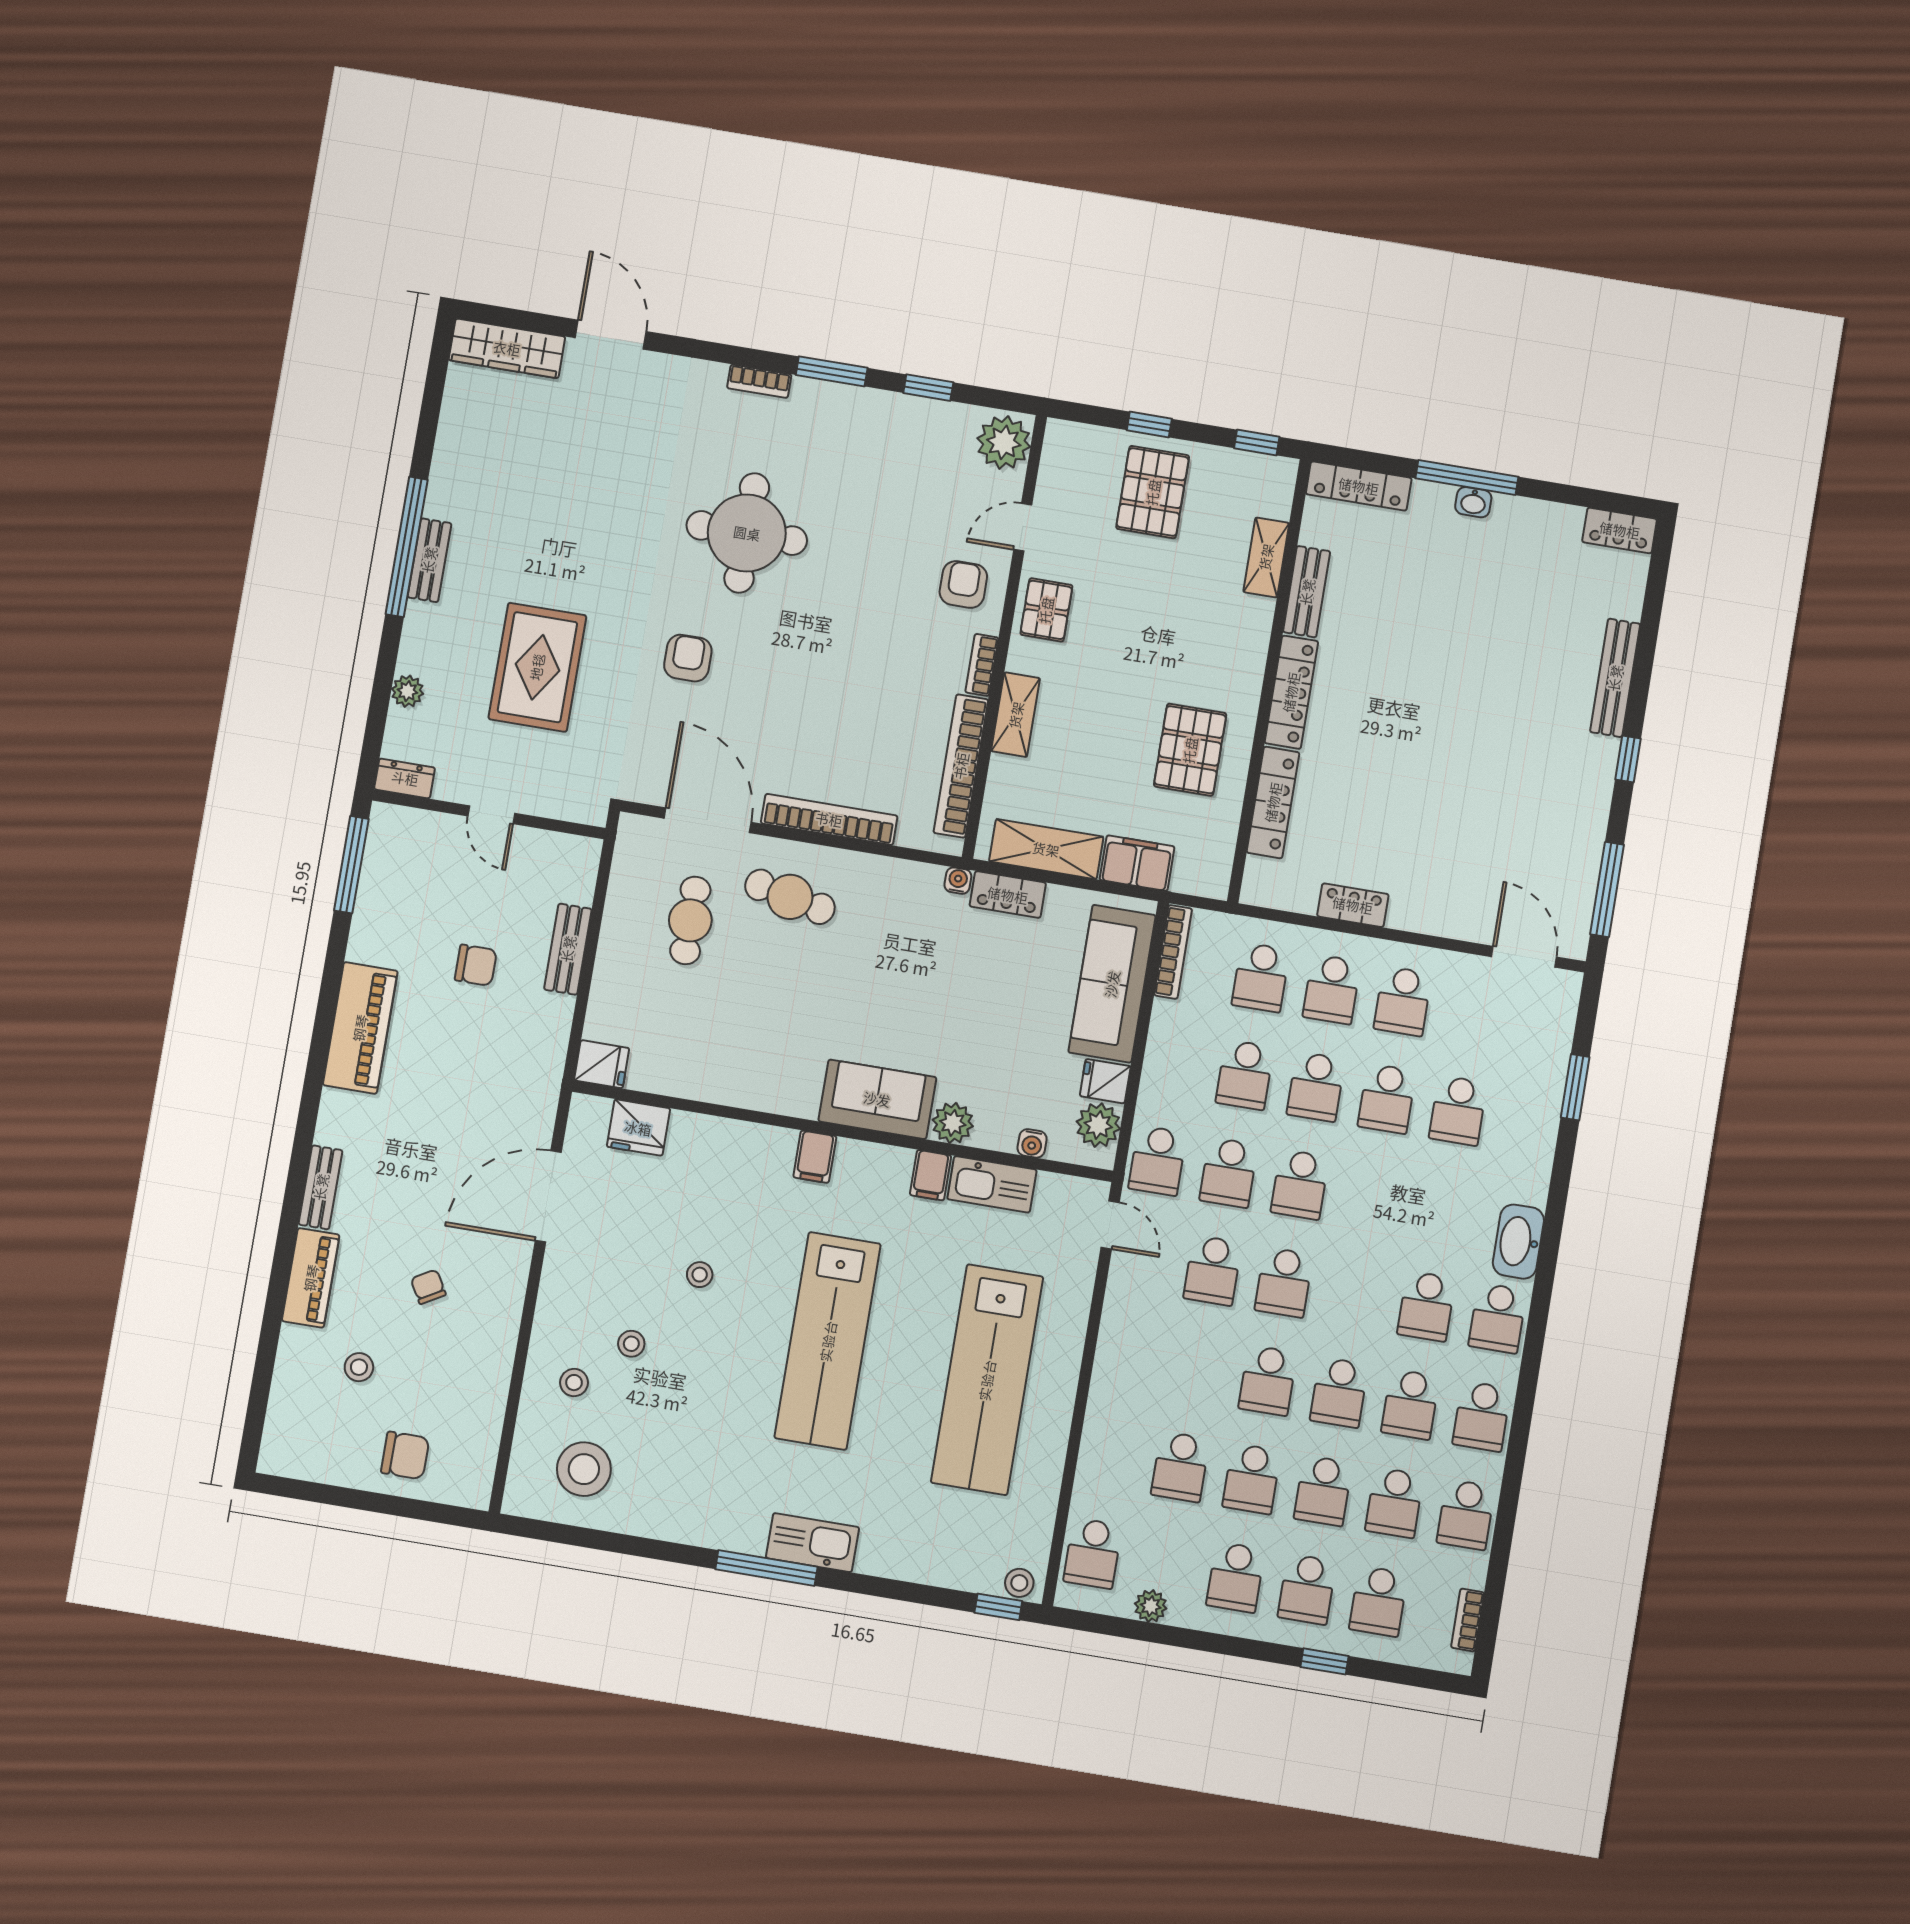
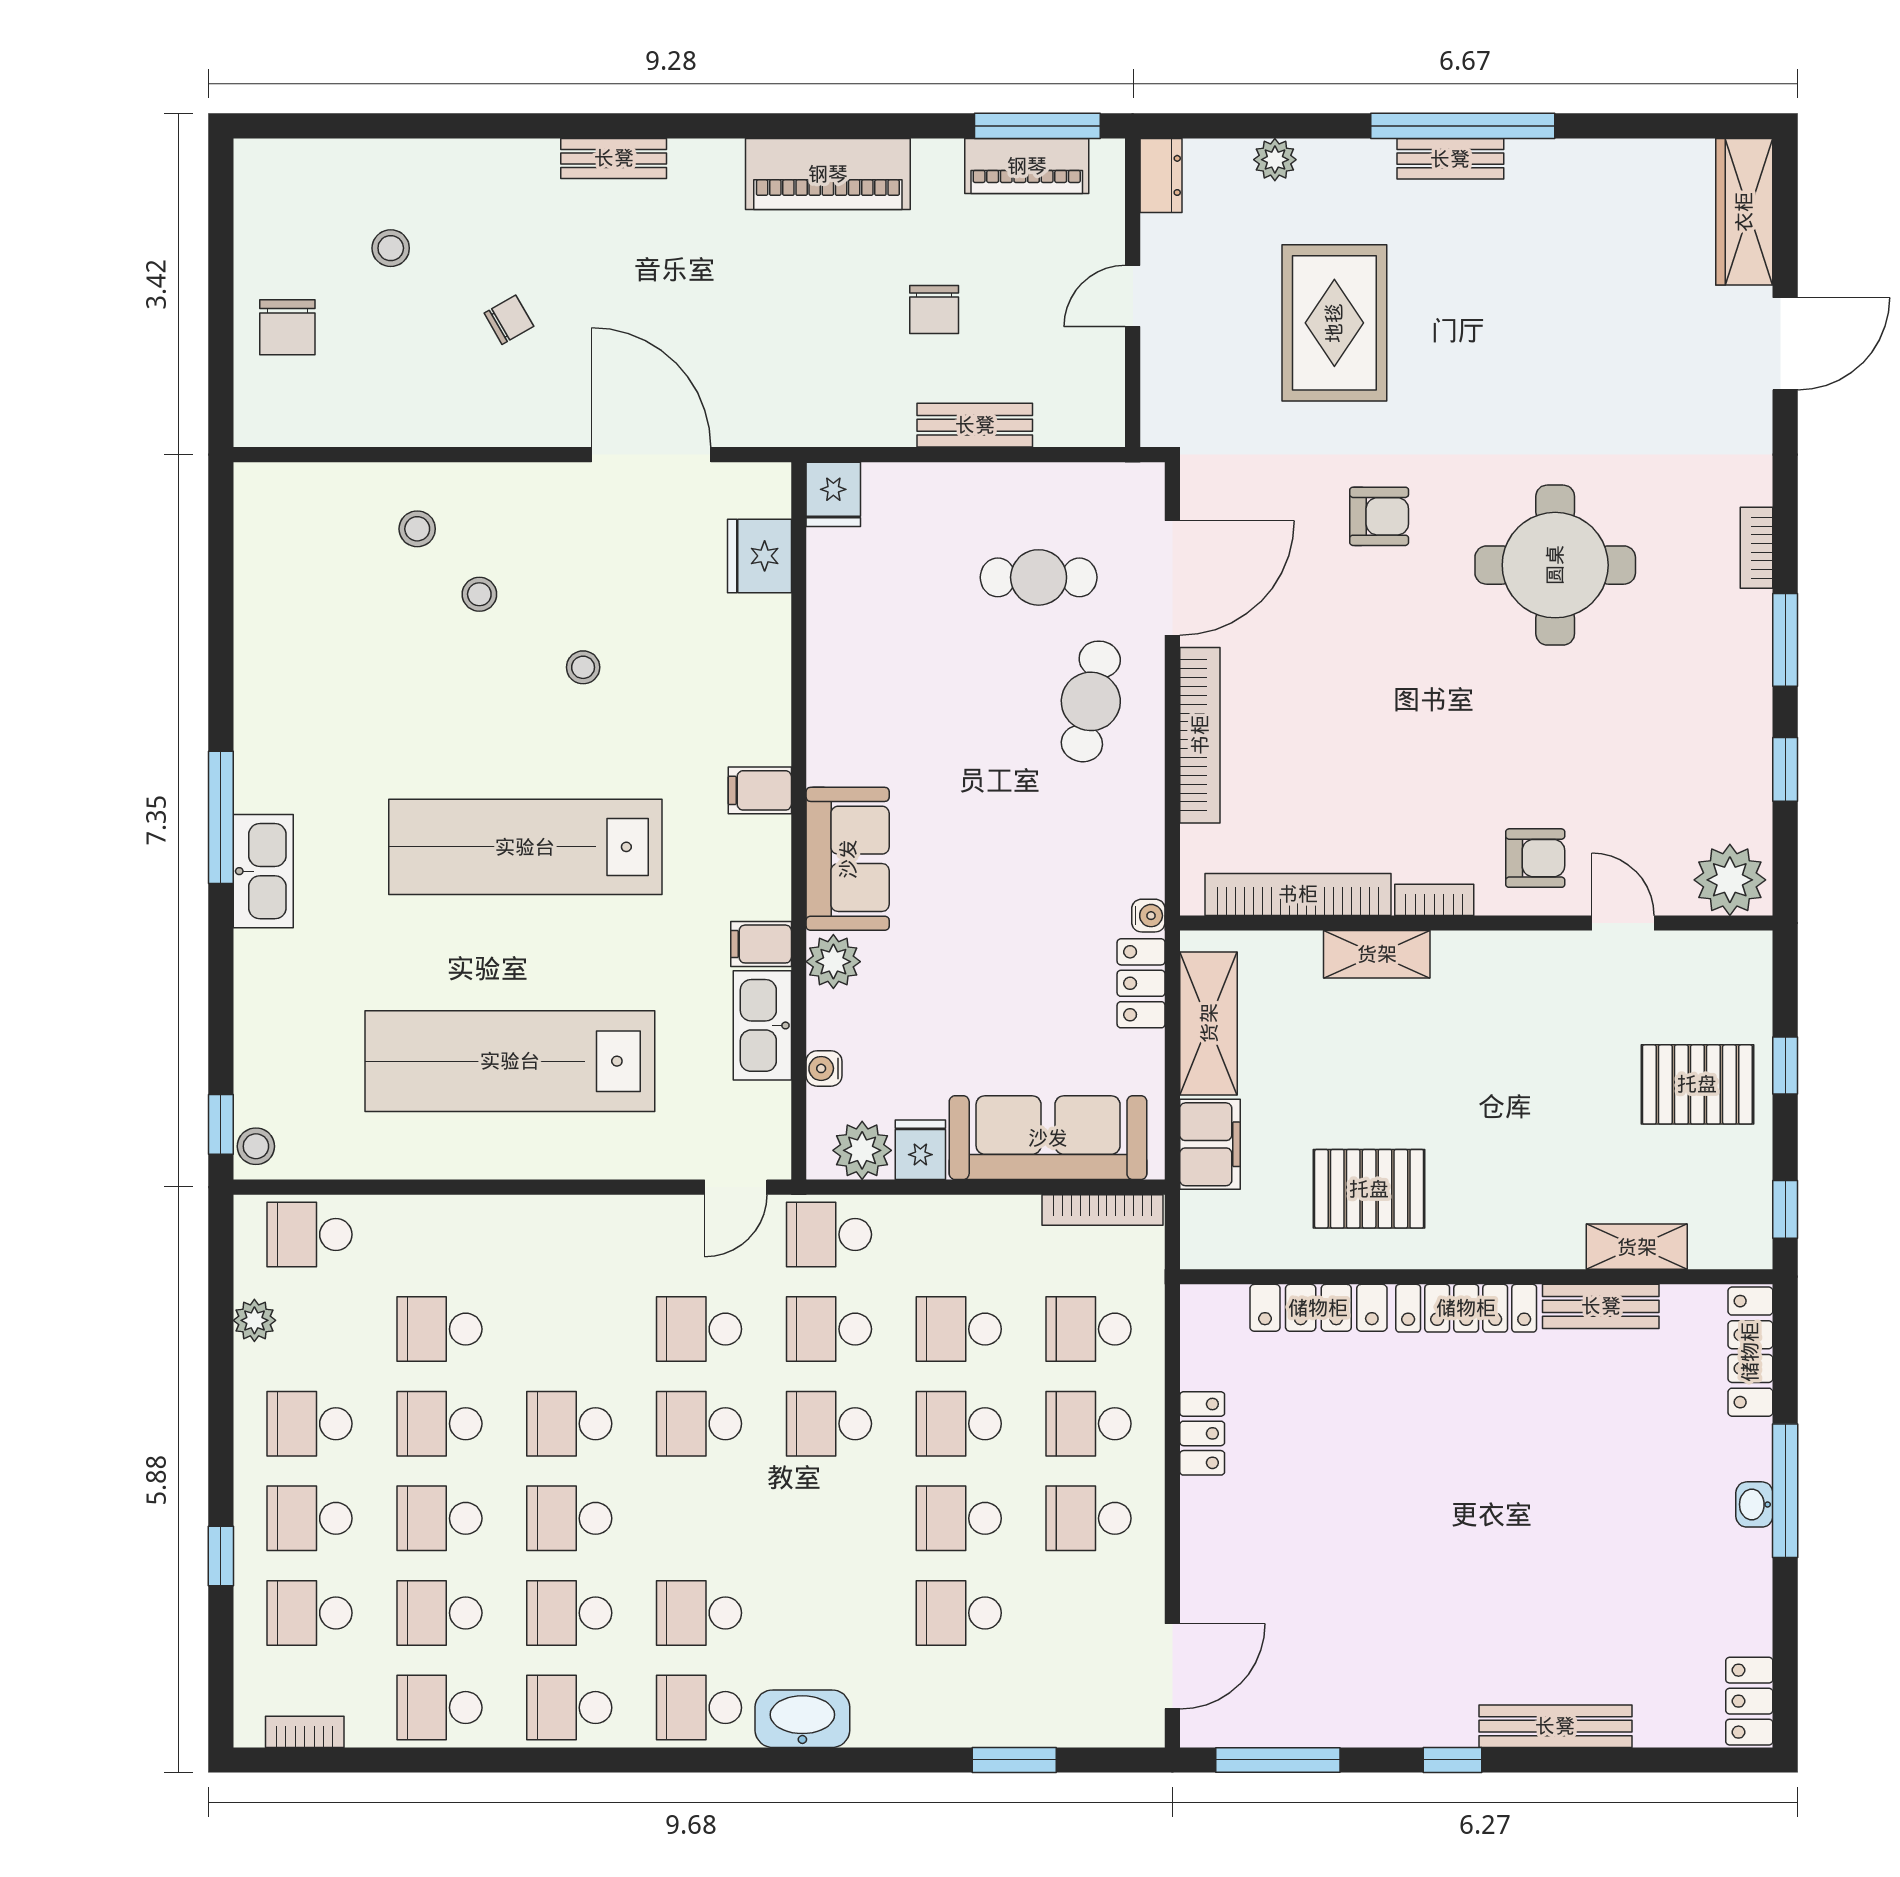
pallet: (1046, 610) -> (1520, 972), removed
rug: (537, 667) -> (1334, 323), turned 90
piano: (311, 1278) -> (1027, 166), moved
stool: (584, 1469) -> (308, 561), removed

